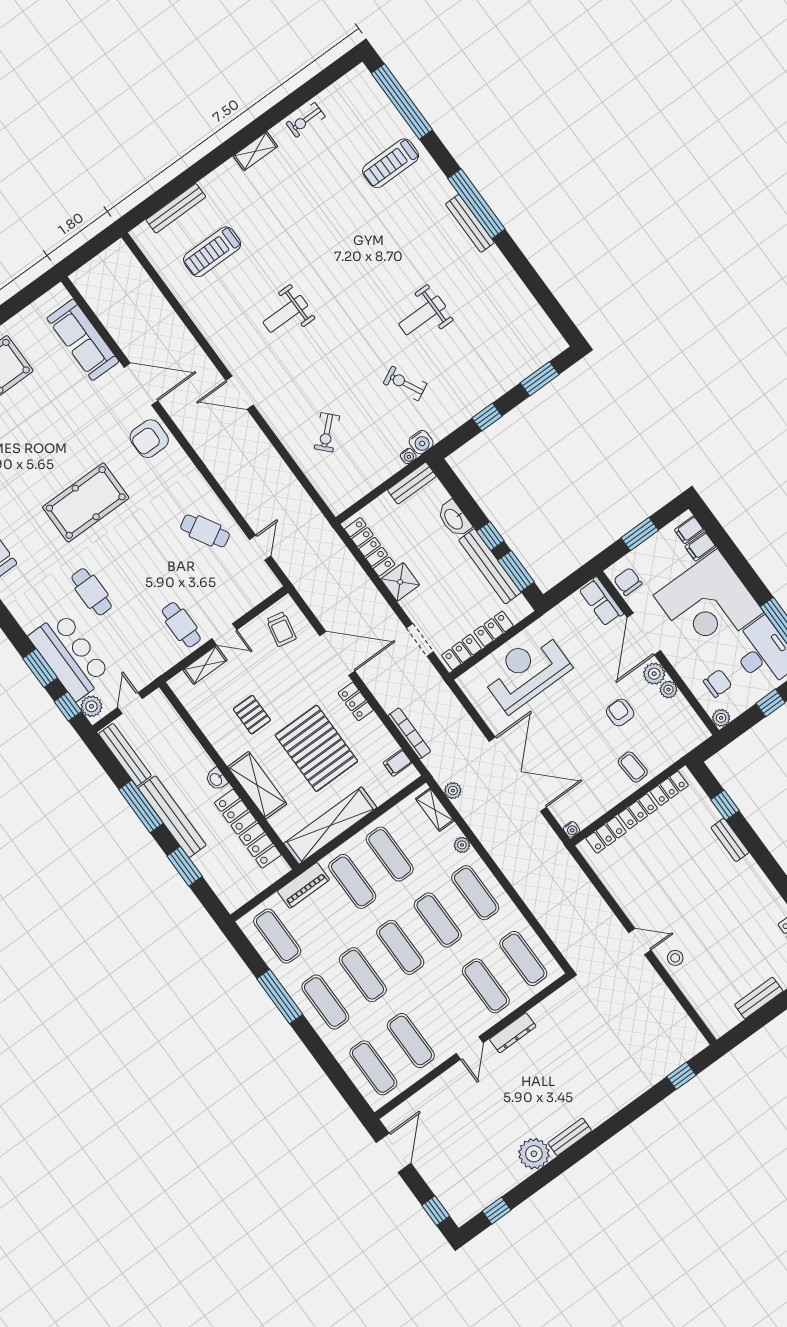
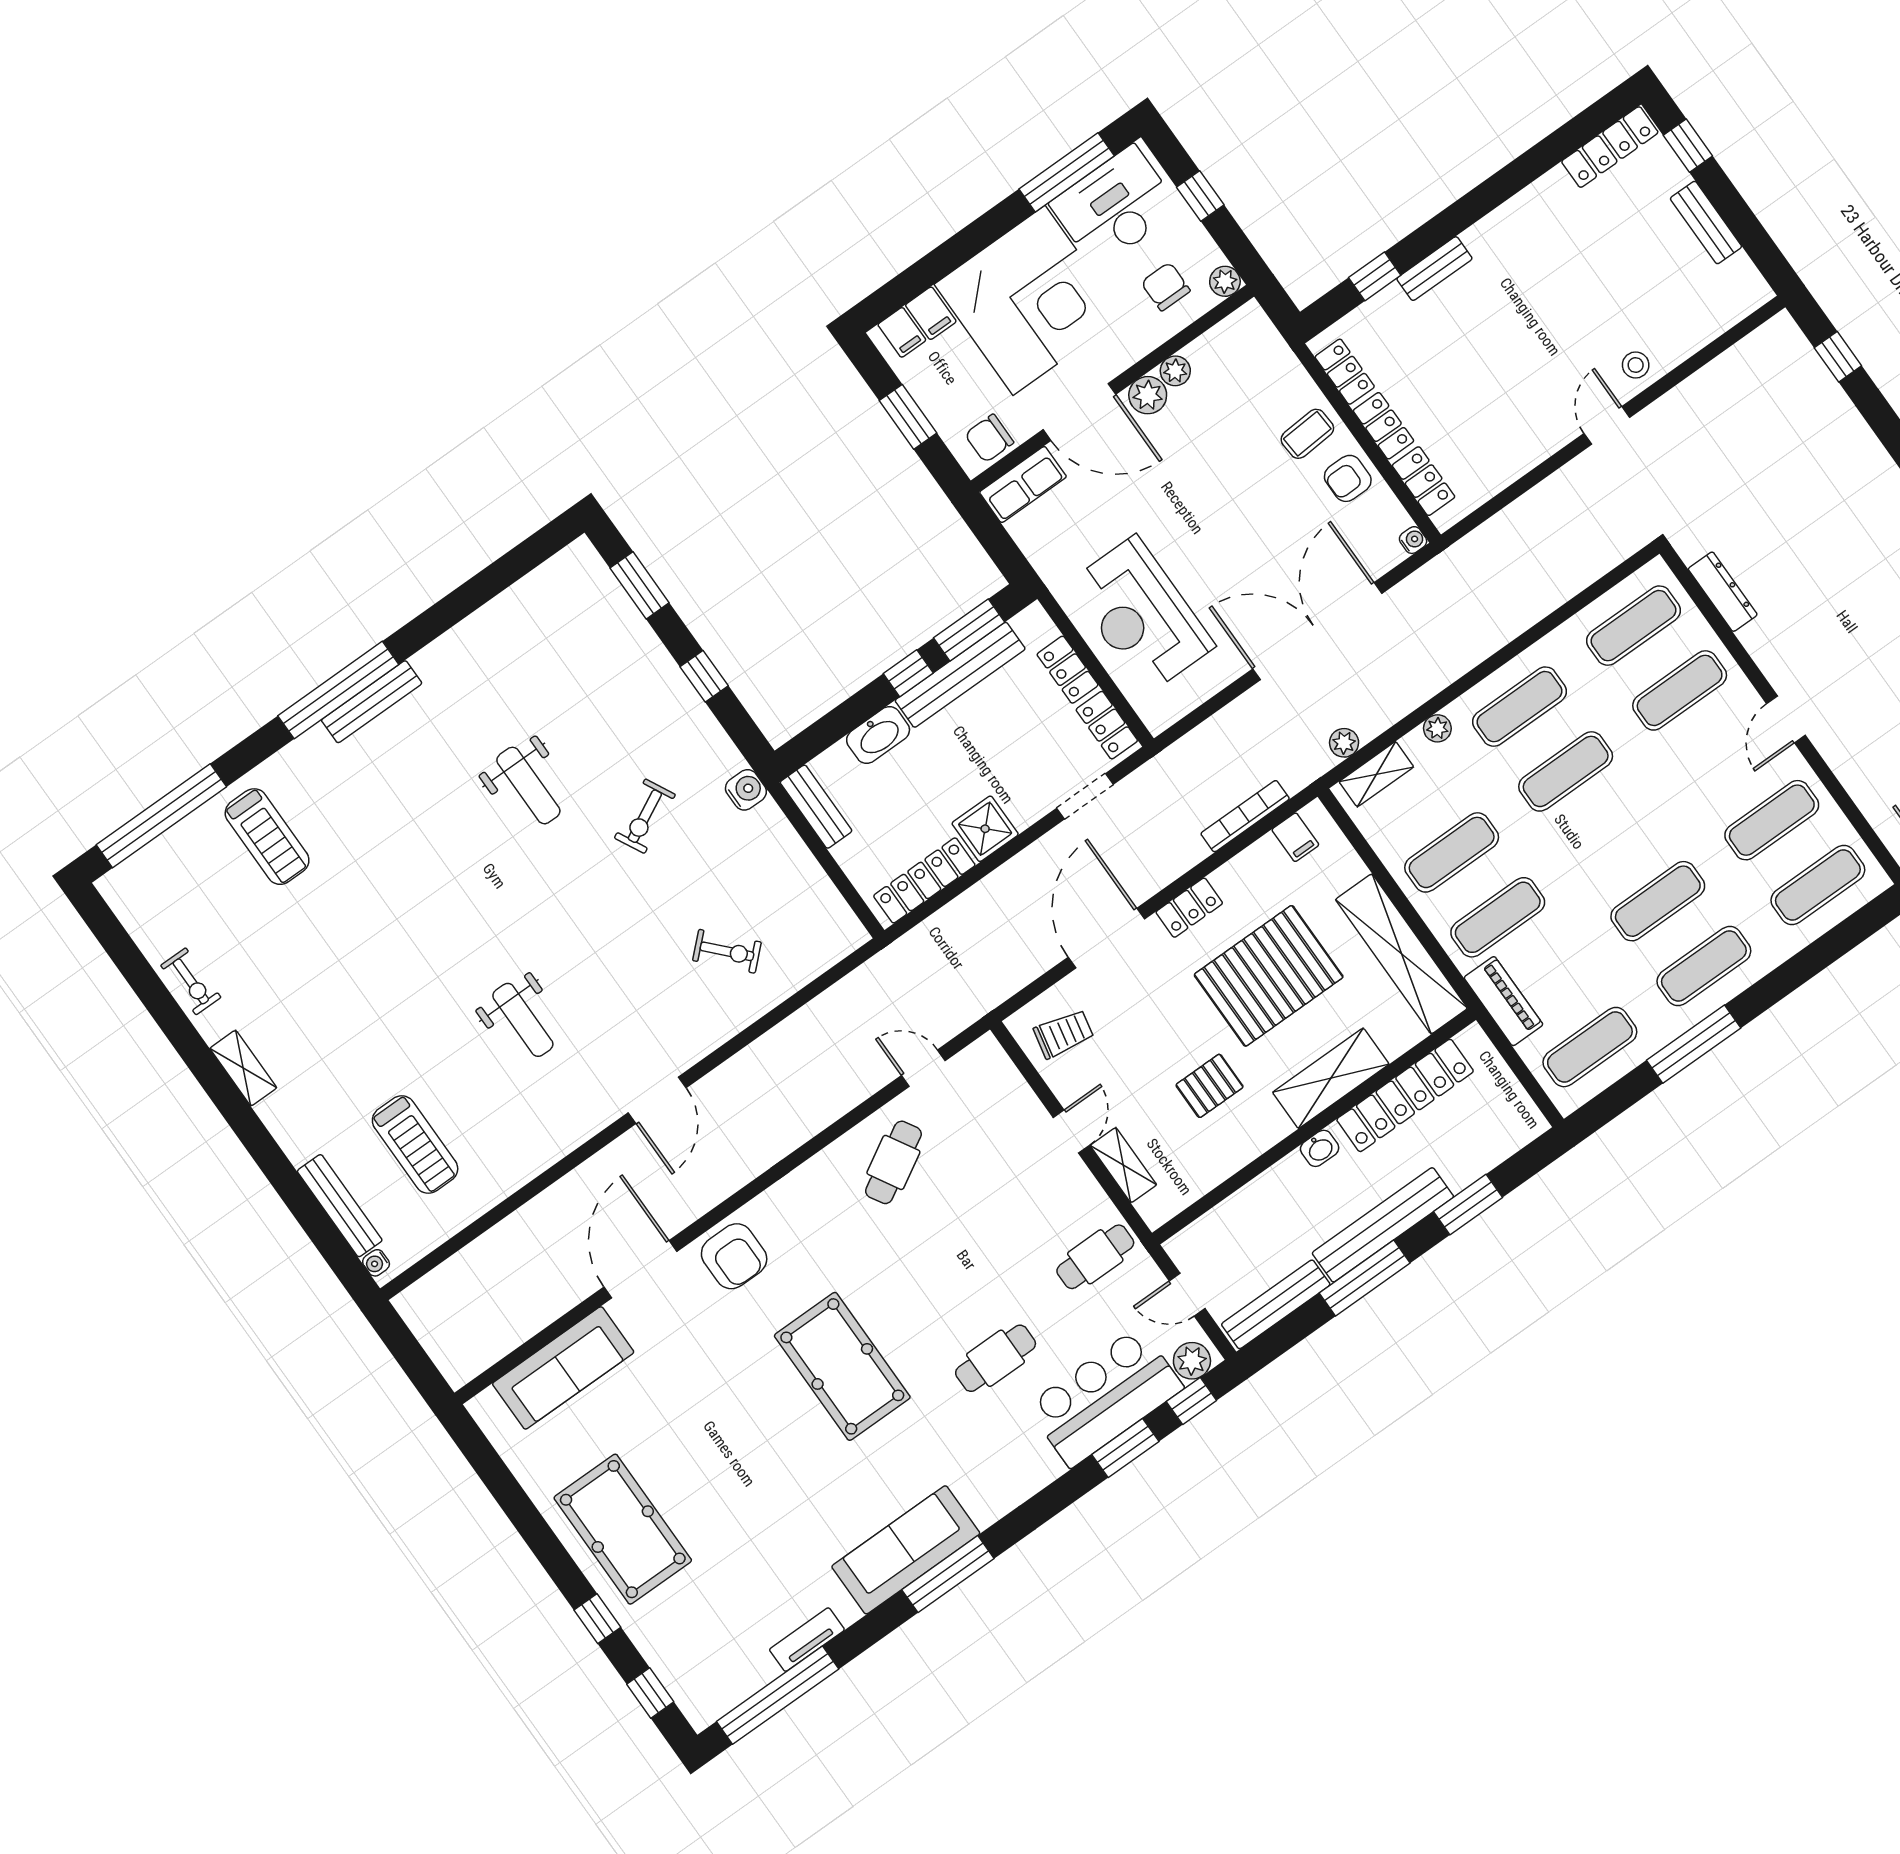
water cooler: (408, 456) -> (376, 1263), moved, turned 180
cafe table: (181, 625) -> (1095, 1257), moved
armchair: (620, 712) -> (1348, 478), moved
exercise mat: (400, 947) -> (1612, 836), removed
dresser: (513, 1033) -> (1723, 592), moved
door: (470, 1048) -> (1786, 719), swing flipped

